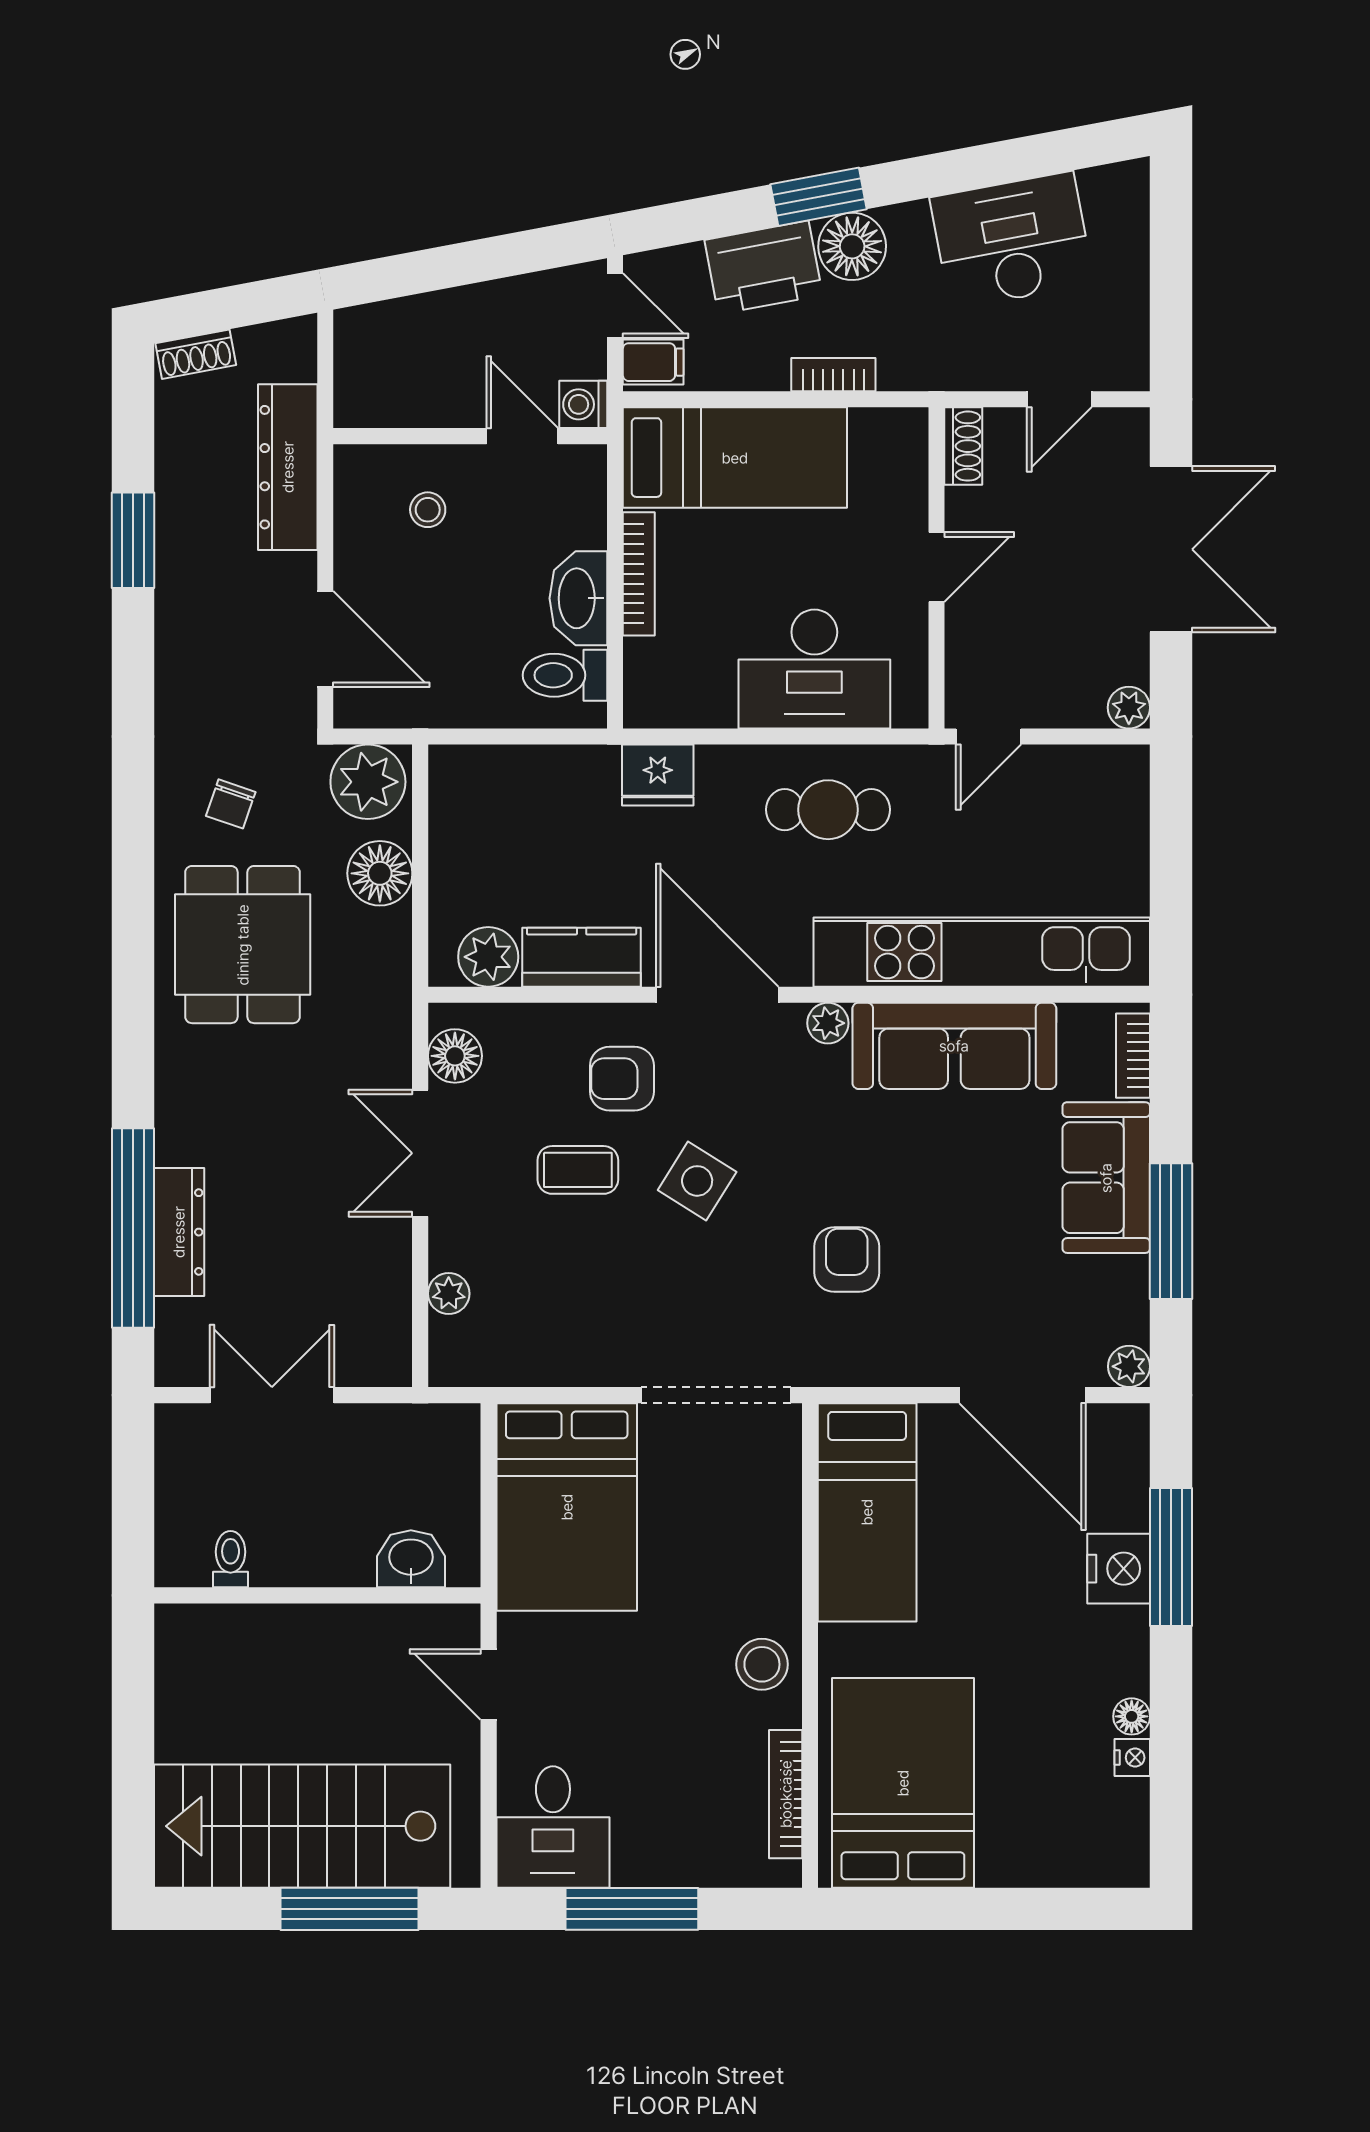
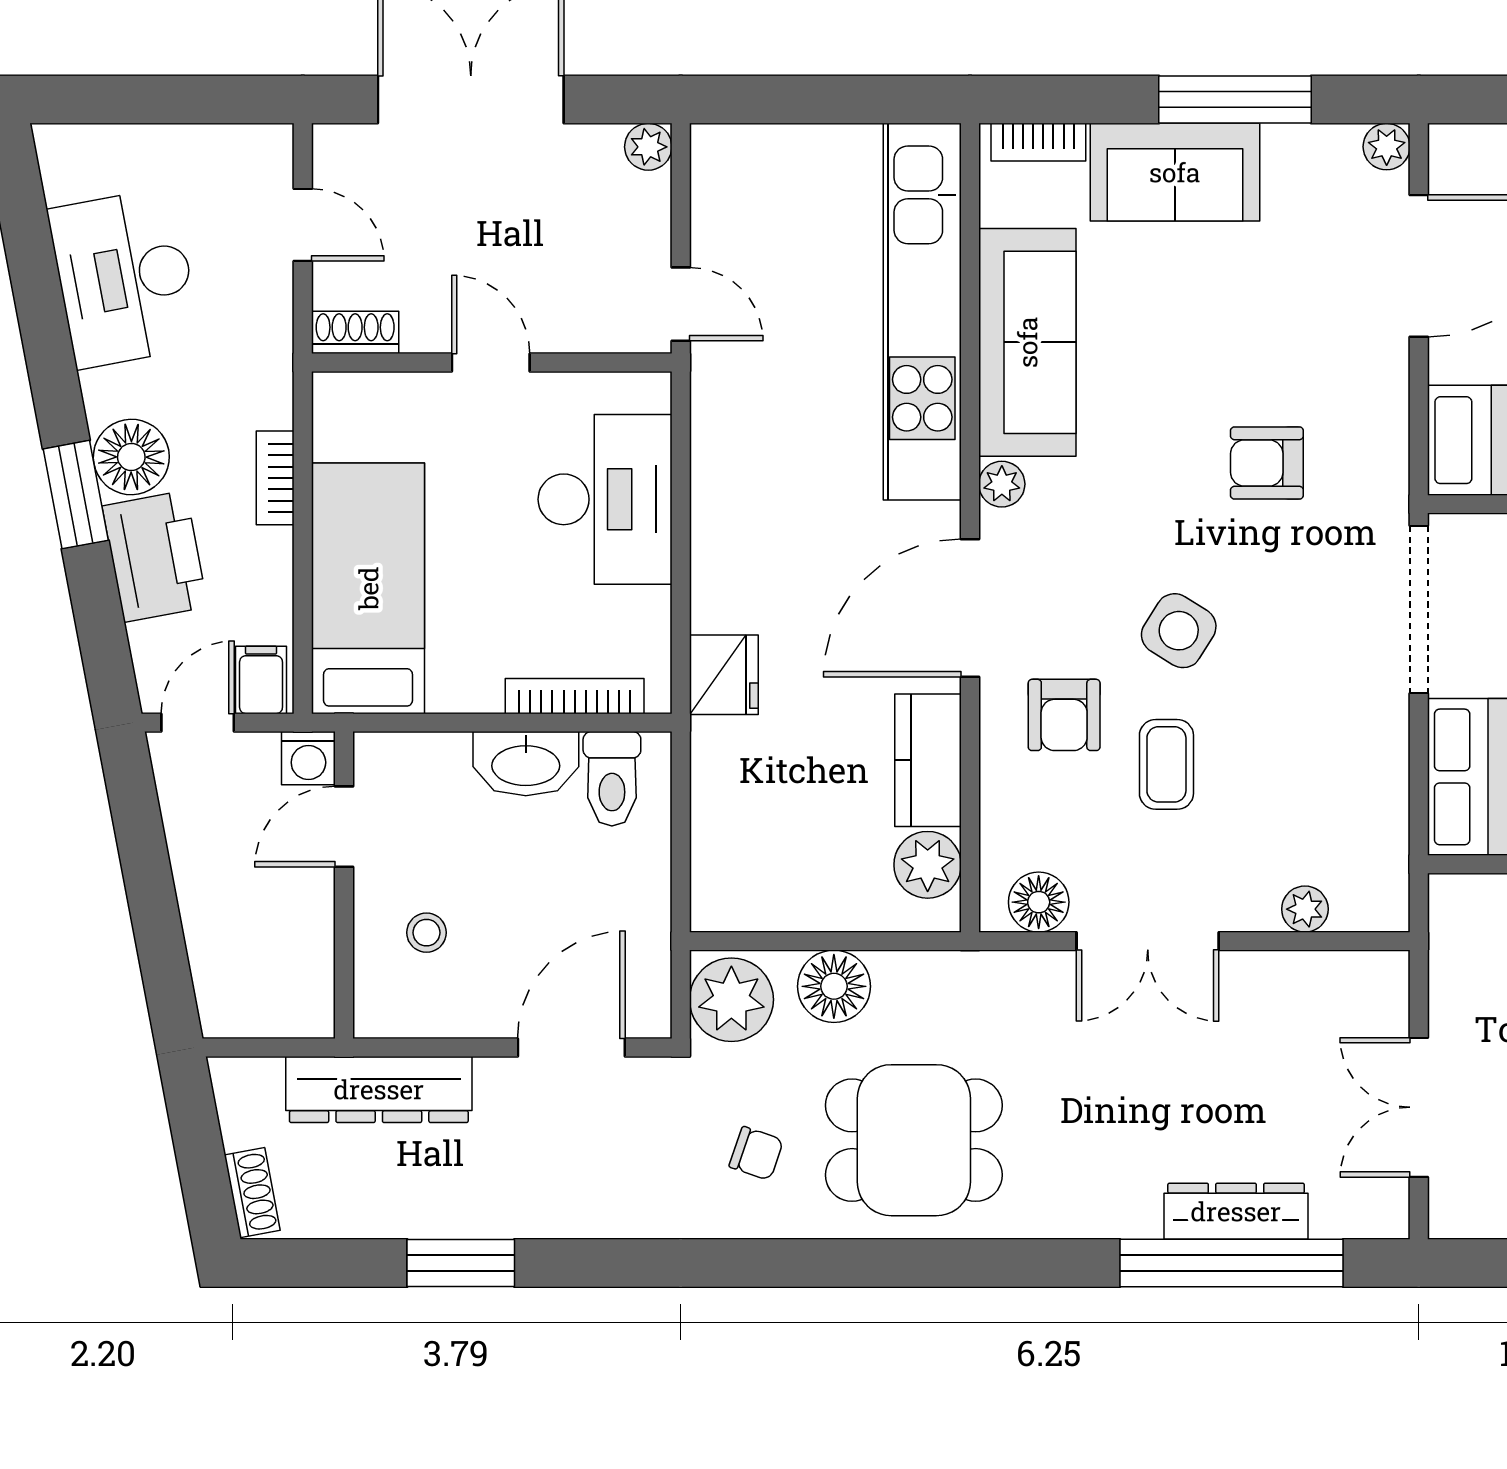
bookcase: (639, 574) -> (575, 696), moved
cafe table: (828, 810) -> (763, 484), removed

